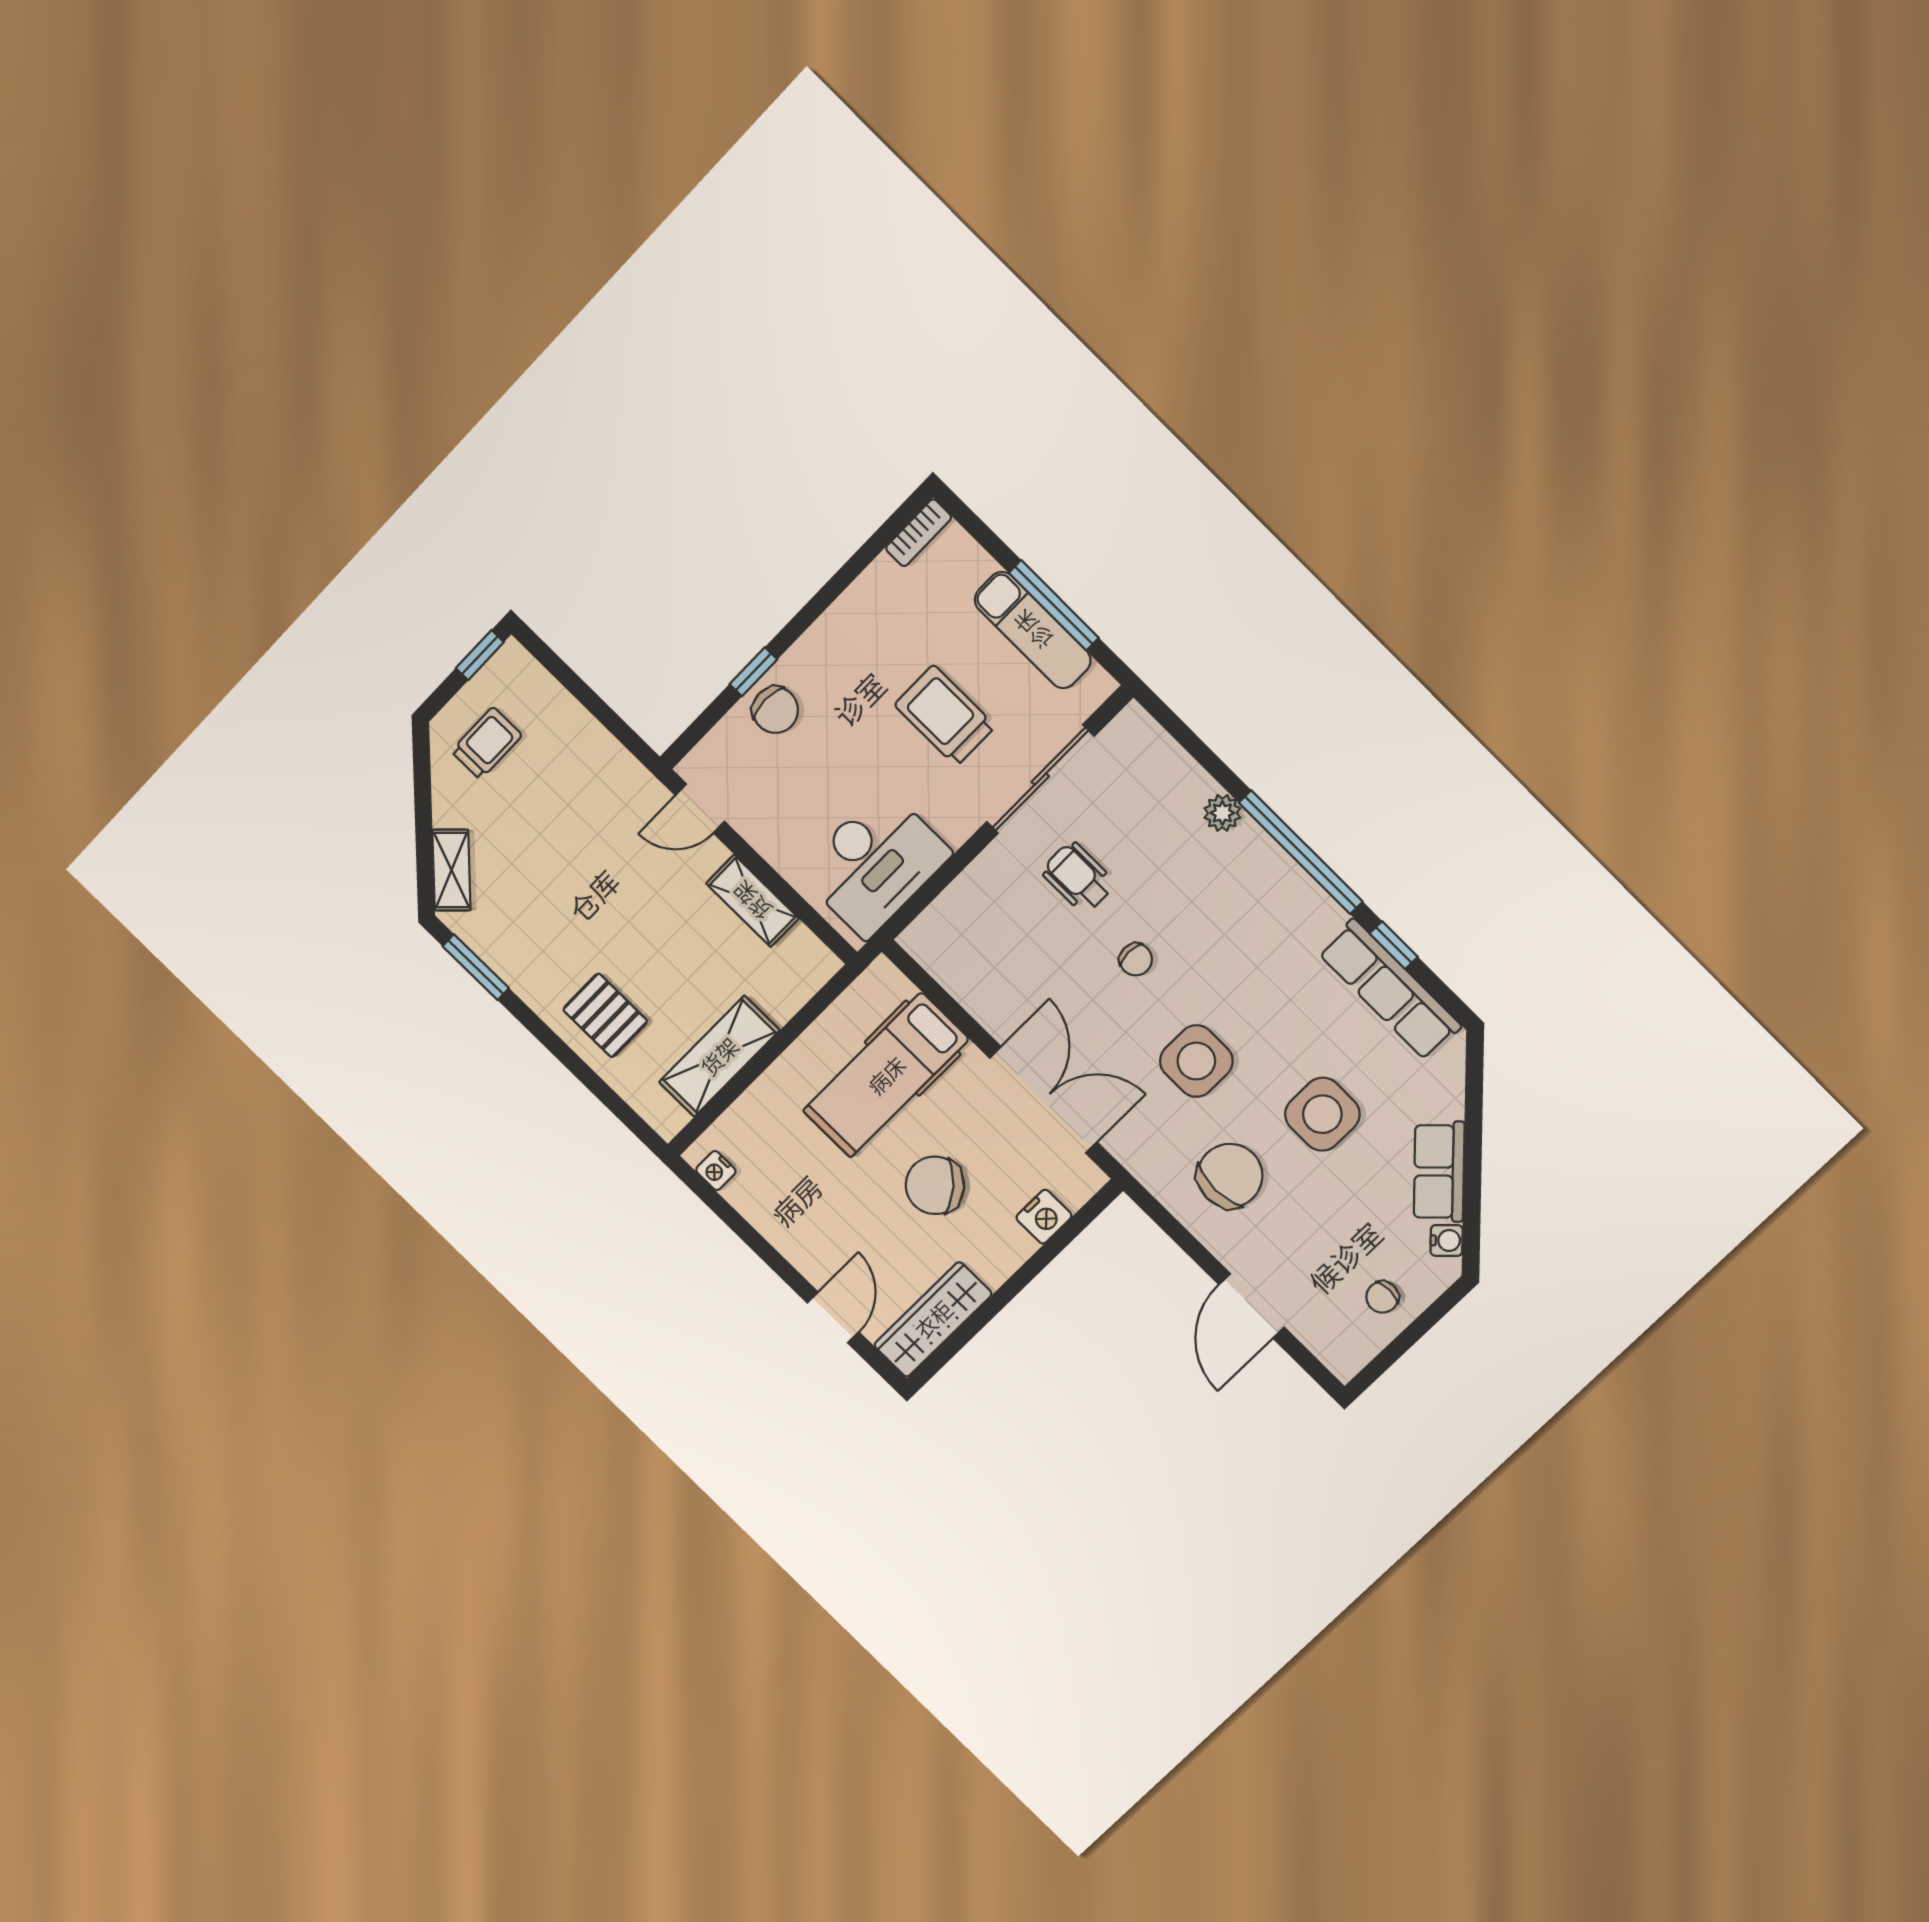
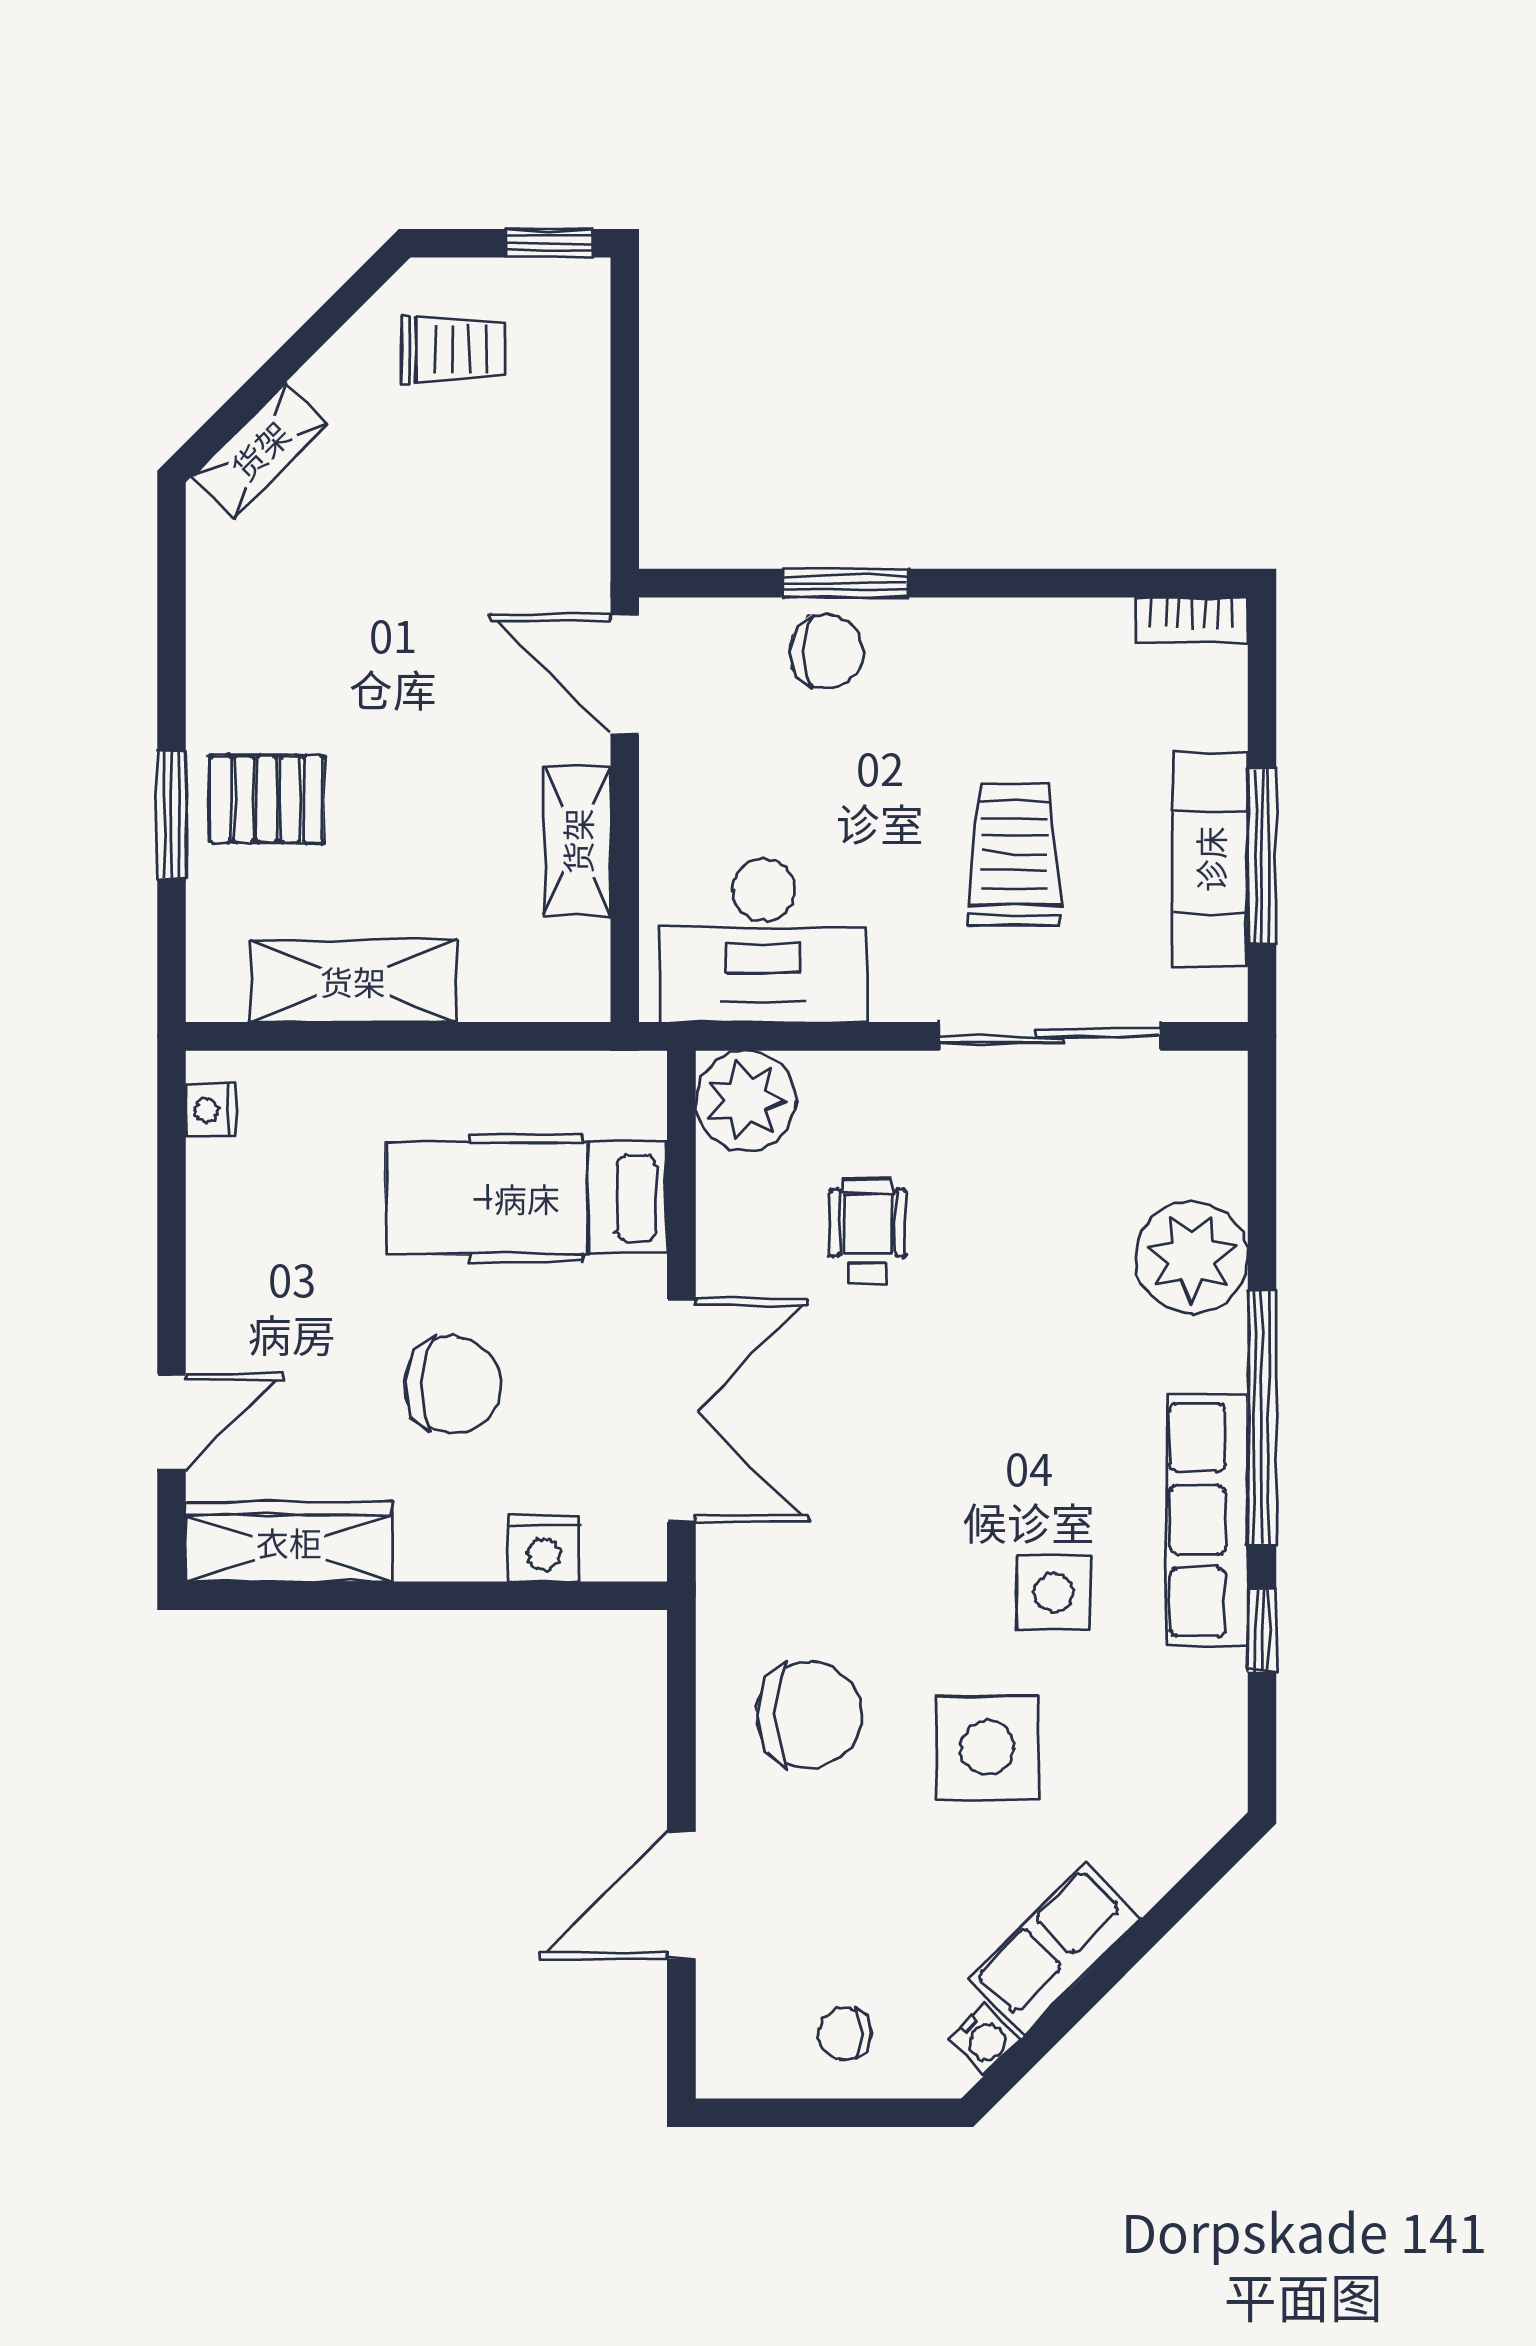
window: (753, 672) -> (846, 583), width x1.50
chair: (775, 710) -> (827, 651), turned -90
door: (700, 808) -> (625, 674), width x1.38
plant: (1222, 813) -> (1192, 1257), width x1.87, depth x1.87
wheelchair: (1078, 877) -> (868, 1231), moved
plant: (937, 940) -> (746, 1101), added
chair: (1136, 959) -> (952, 1353), removed
window: (476, 967) -> (172, 815), moved
row of seats: (1390, 990) -> (1207, 1520), moved
pallet: (605, 1015) -> (267, 799), turned 90
side table: (1196, 1061) -> (1054, 1593), moved, width x0.73, depth x0.73
chair: (935, 1185) -> (453, 1385), turned 134

